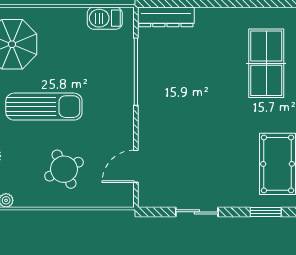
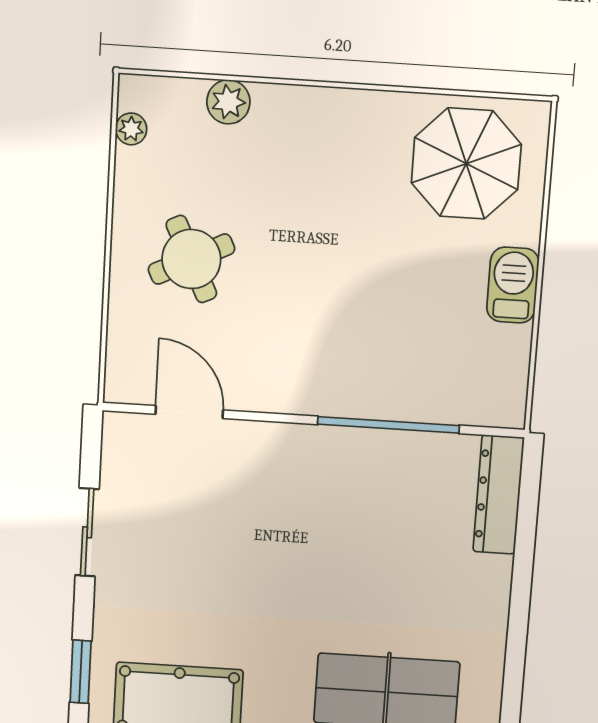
barbecue: (105, 18) -> (513, 285), moved
sun lounger: (44, 107) -> (328, 224), removed

